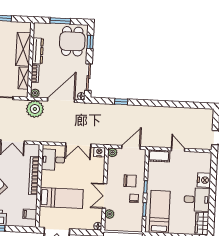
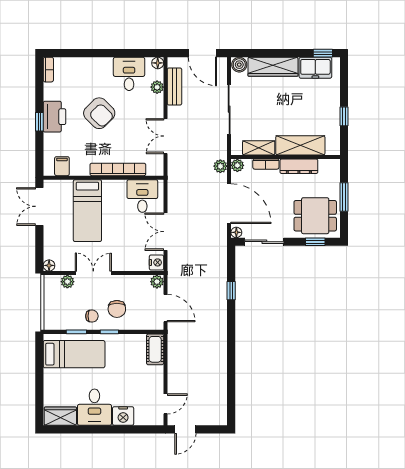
plant: (35, 109) -> (220, 166), width x0.53, depth x0.53
door: (178, 150) -> (165, 404), moved

